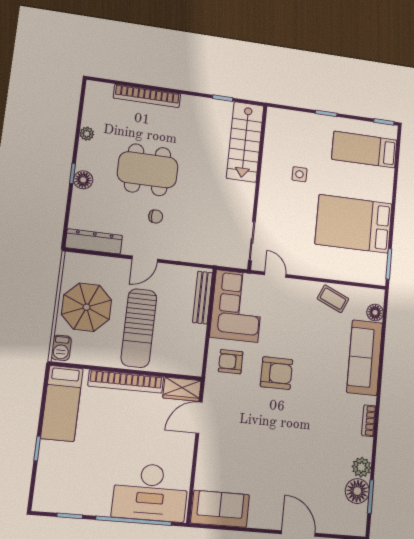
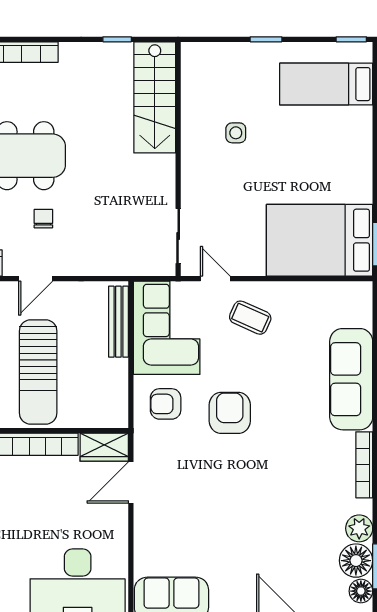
chair: (156, 216) -> (43, 219), turned -90
bed: (354, 224) -> (320, 240), moved
coffee table: (333, 299) -> (250, 318), moved
floor lamp: (375, 312) -> (361, 591), moved
armchair: (276, 373) -> (230, 413), turned -90
bookcase: (369, 421) -> (364, 465), width x1.56

